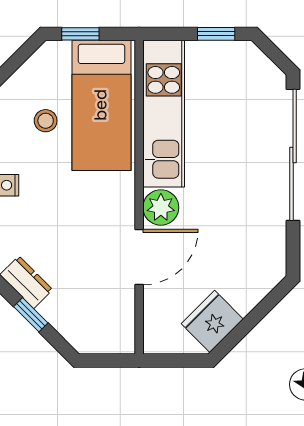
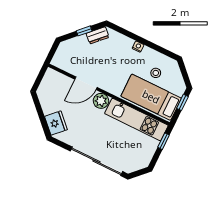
window: (216, 34) -> (164, 141), moved
door: (139, 257) -> (86, 83), hinge flipped
fridge: (212, 321) -> (56, 123), moved

